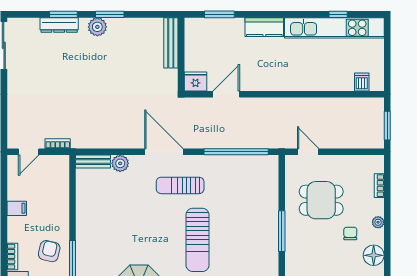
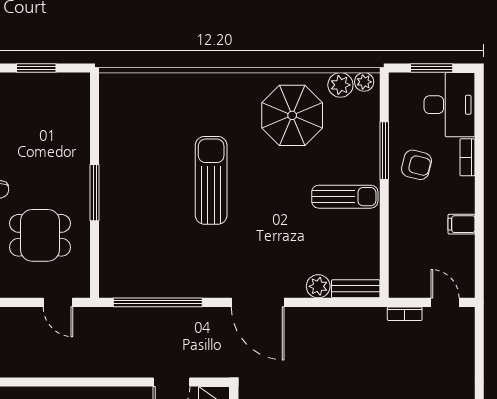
door: (29, 152) -> (445, 302), hinge flipped
sun lounger: (180, 185) -> (345, 197), moved
armchair: (49, 251) -> (416, 165), turned -89

